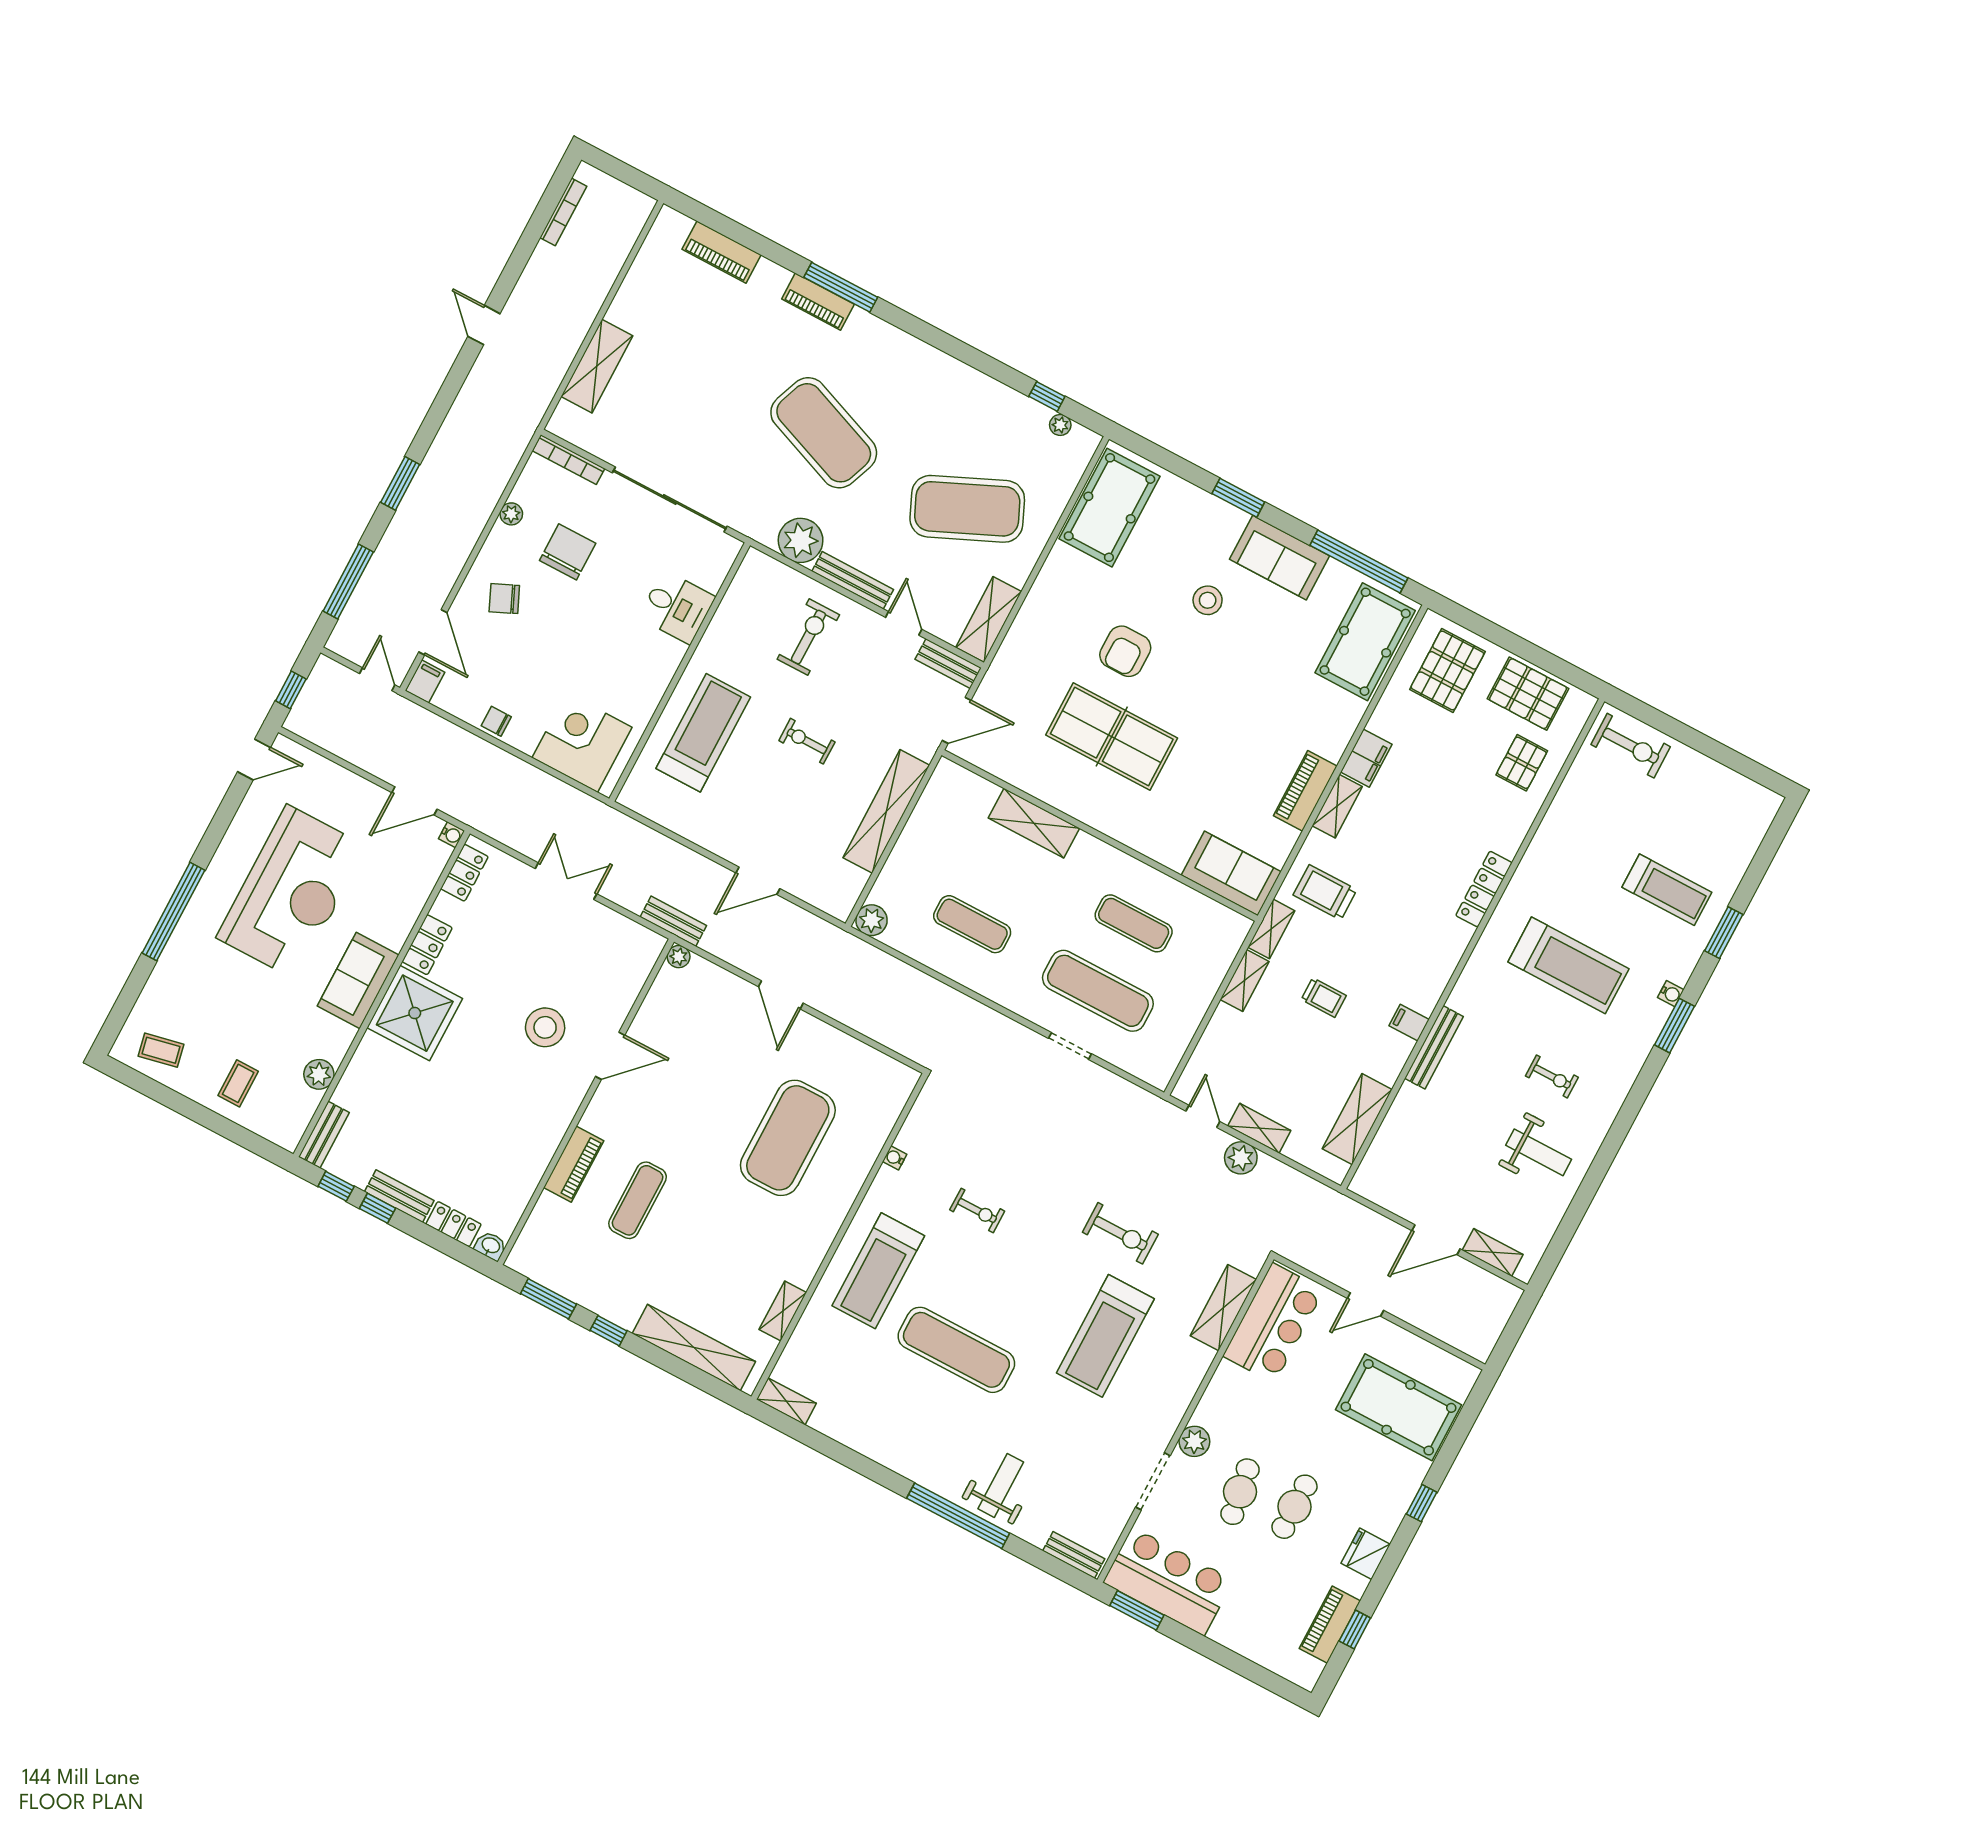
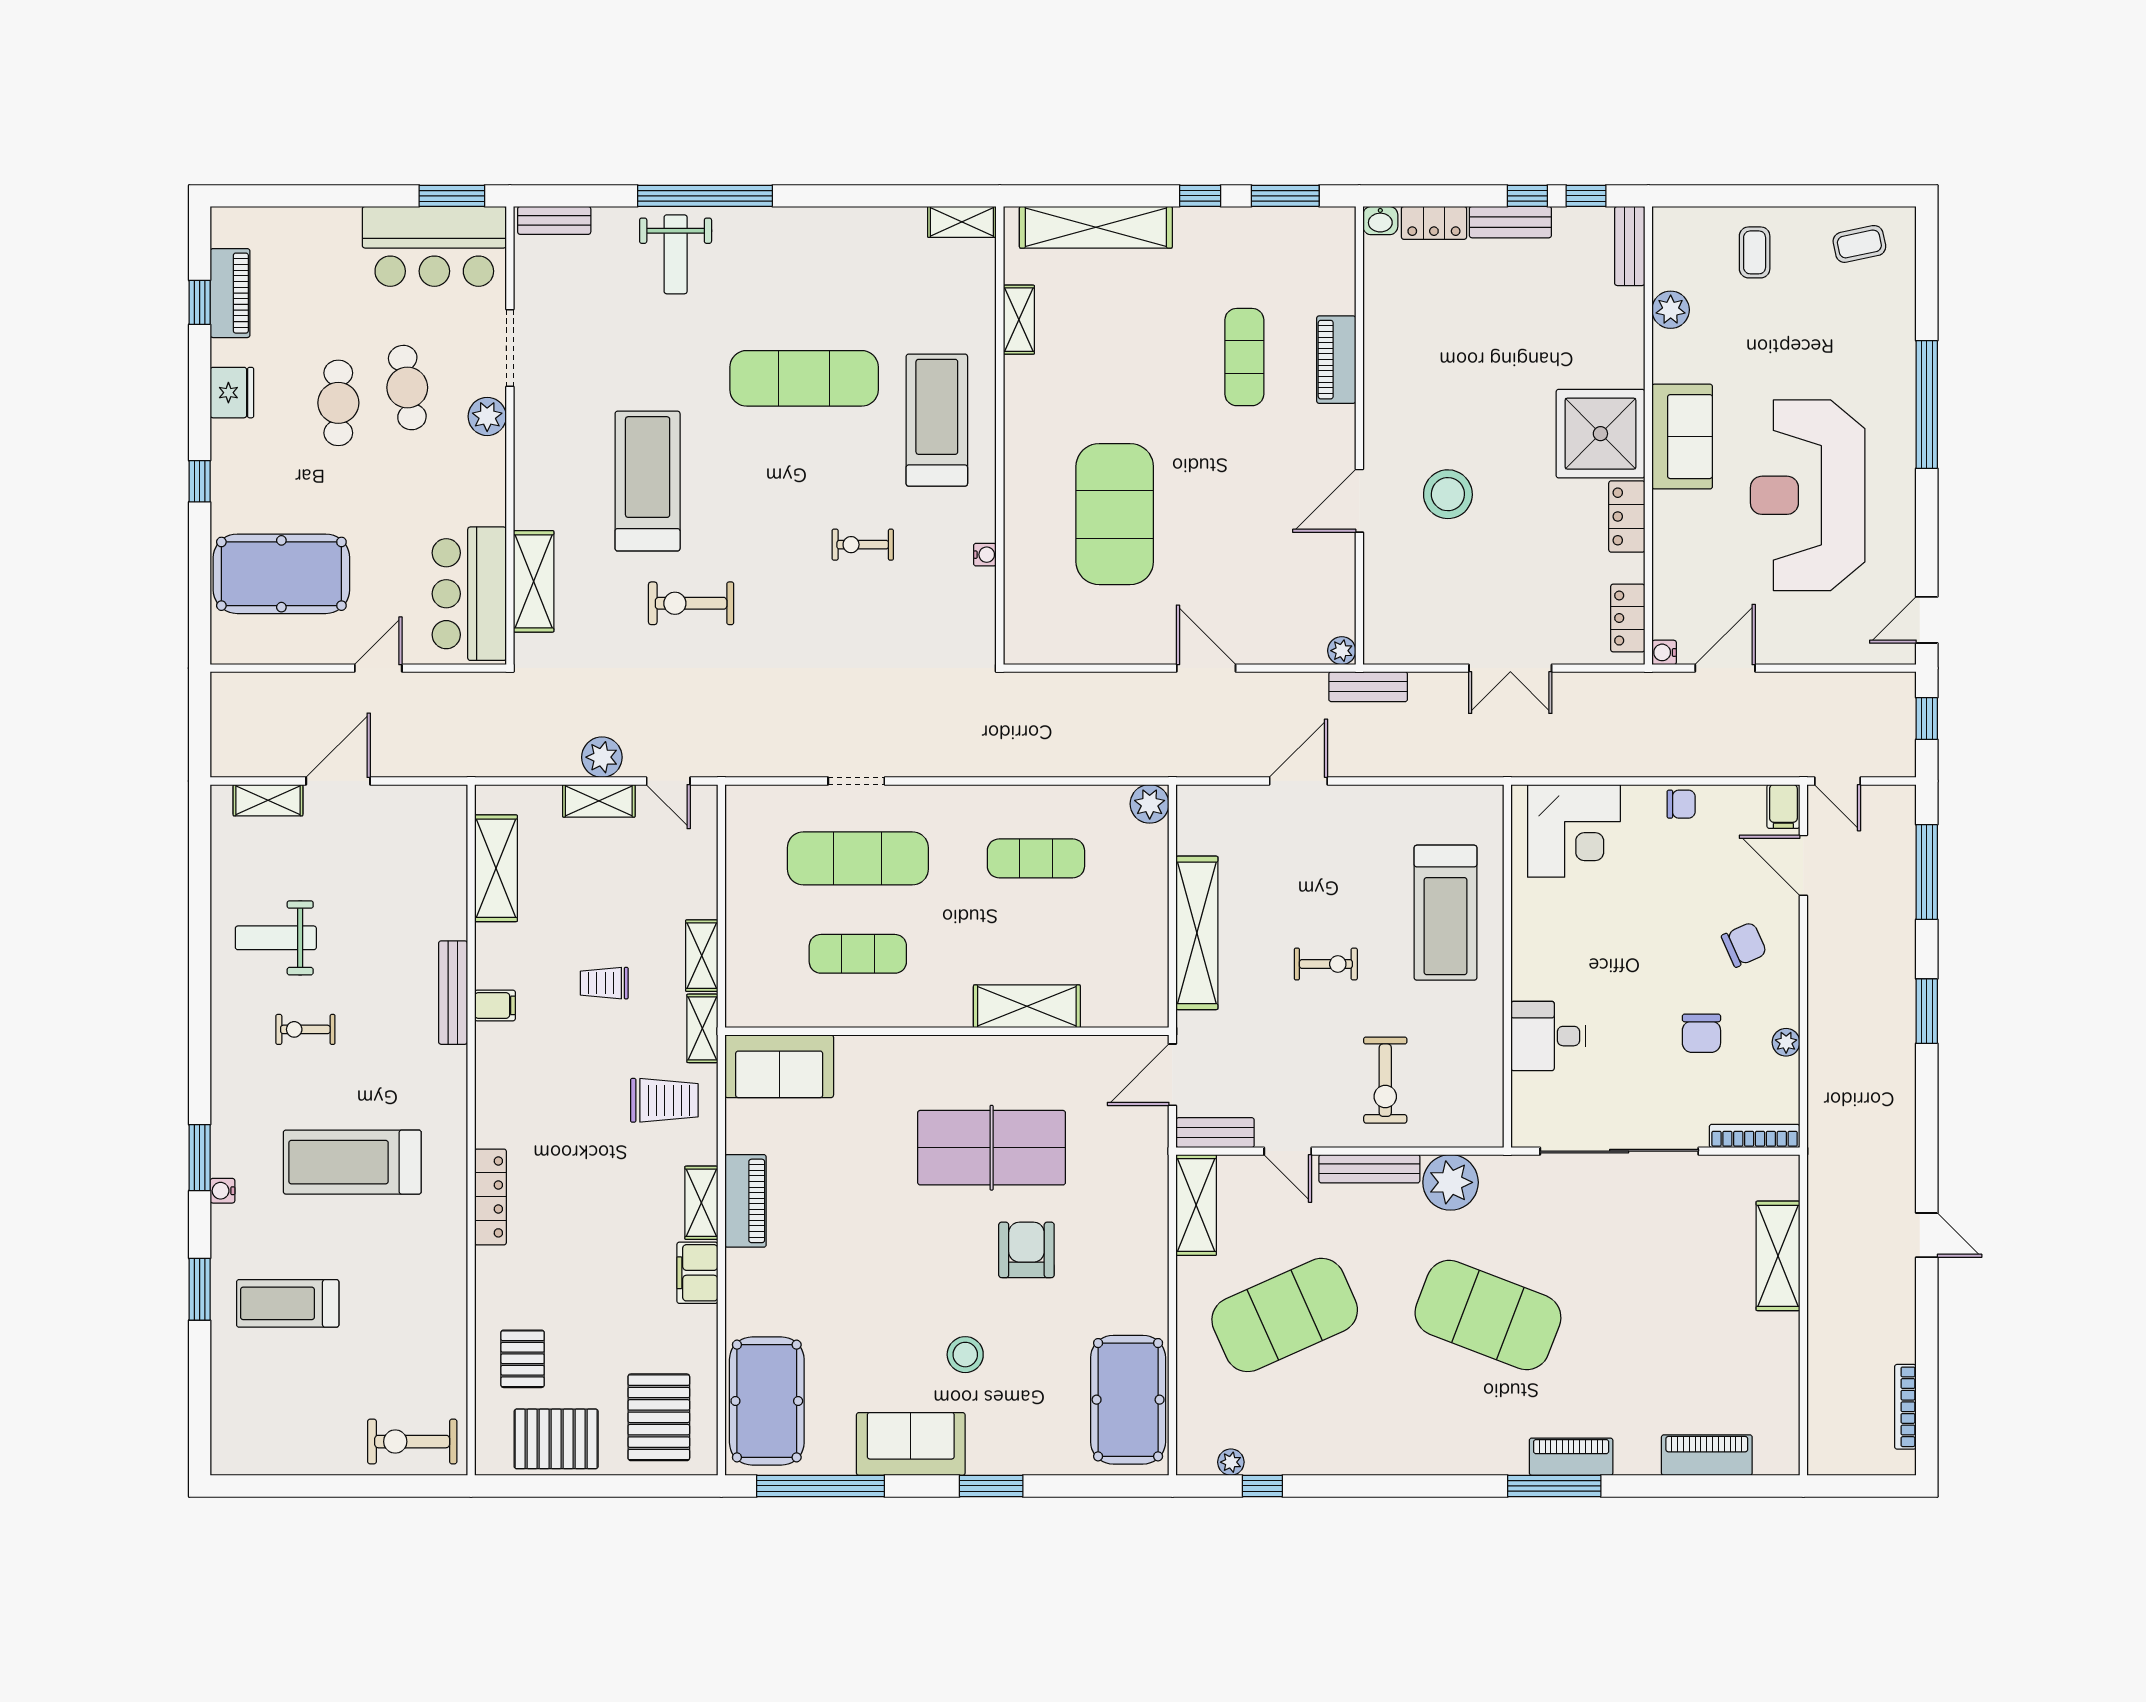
chair: (568, 552) -> (1701, 1033), width x0.73, depth x0.73

